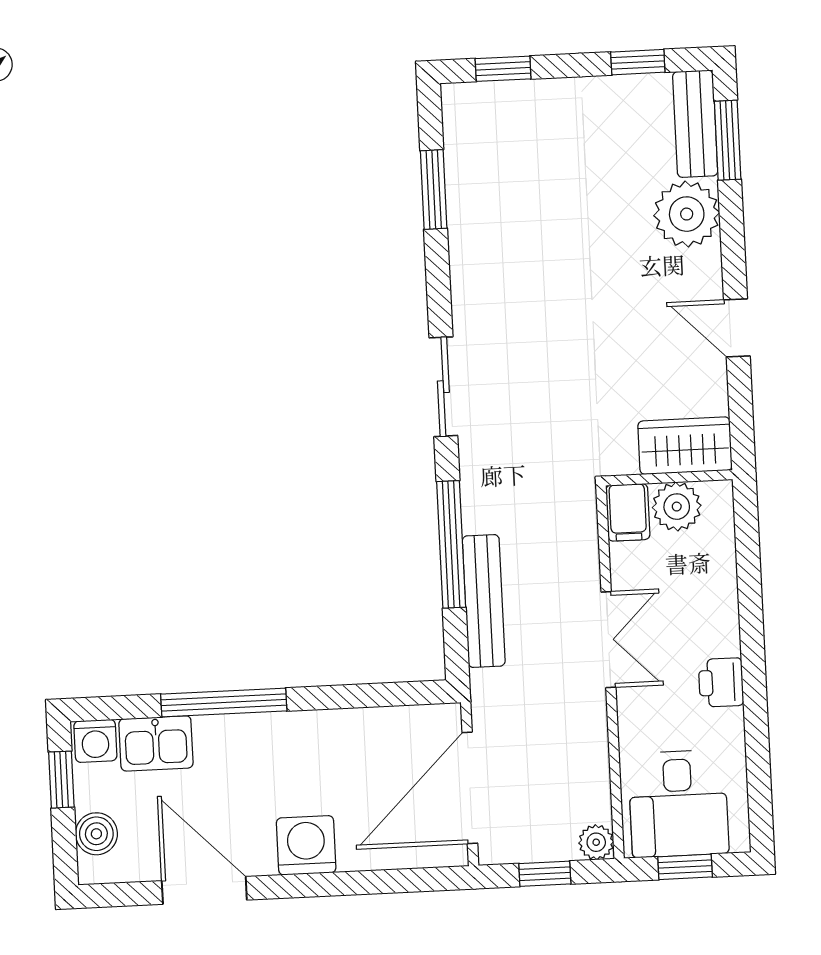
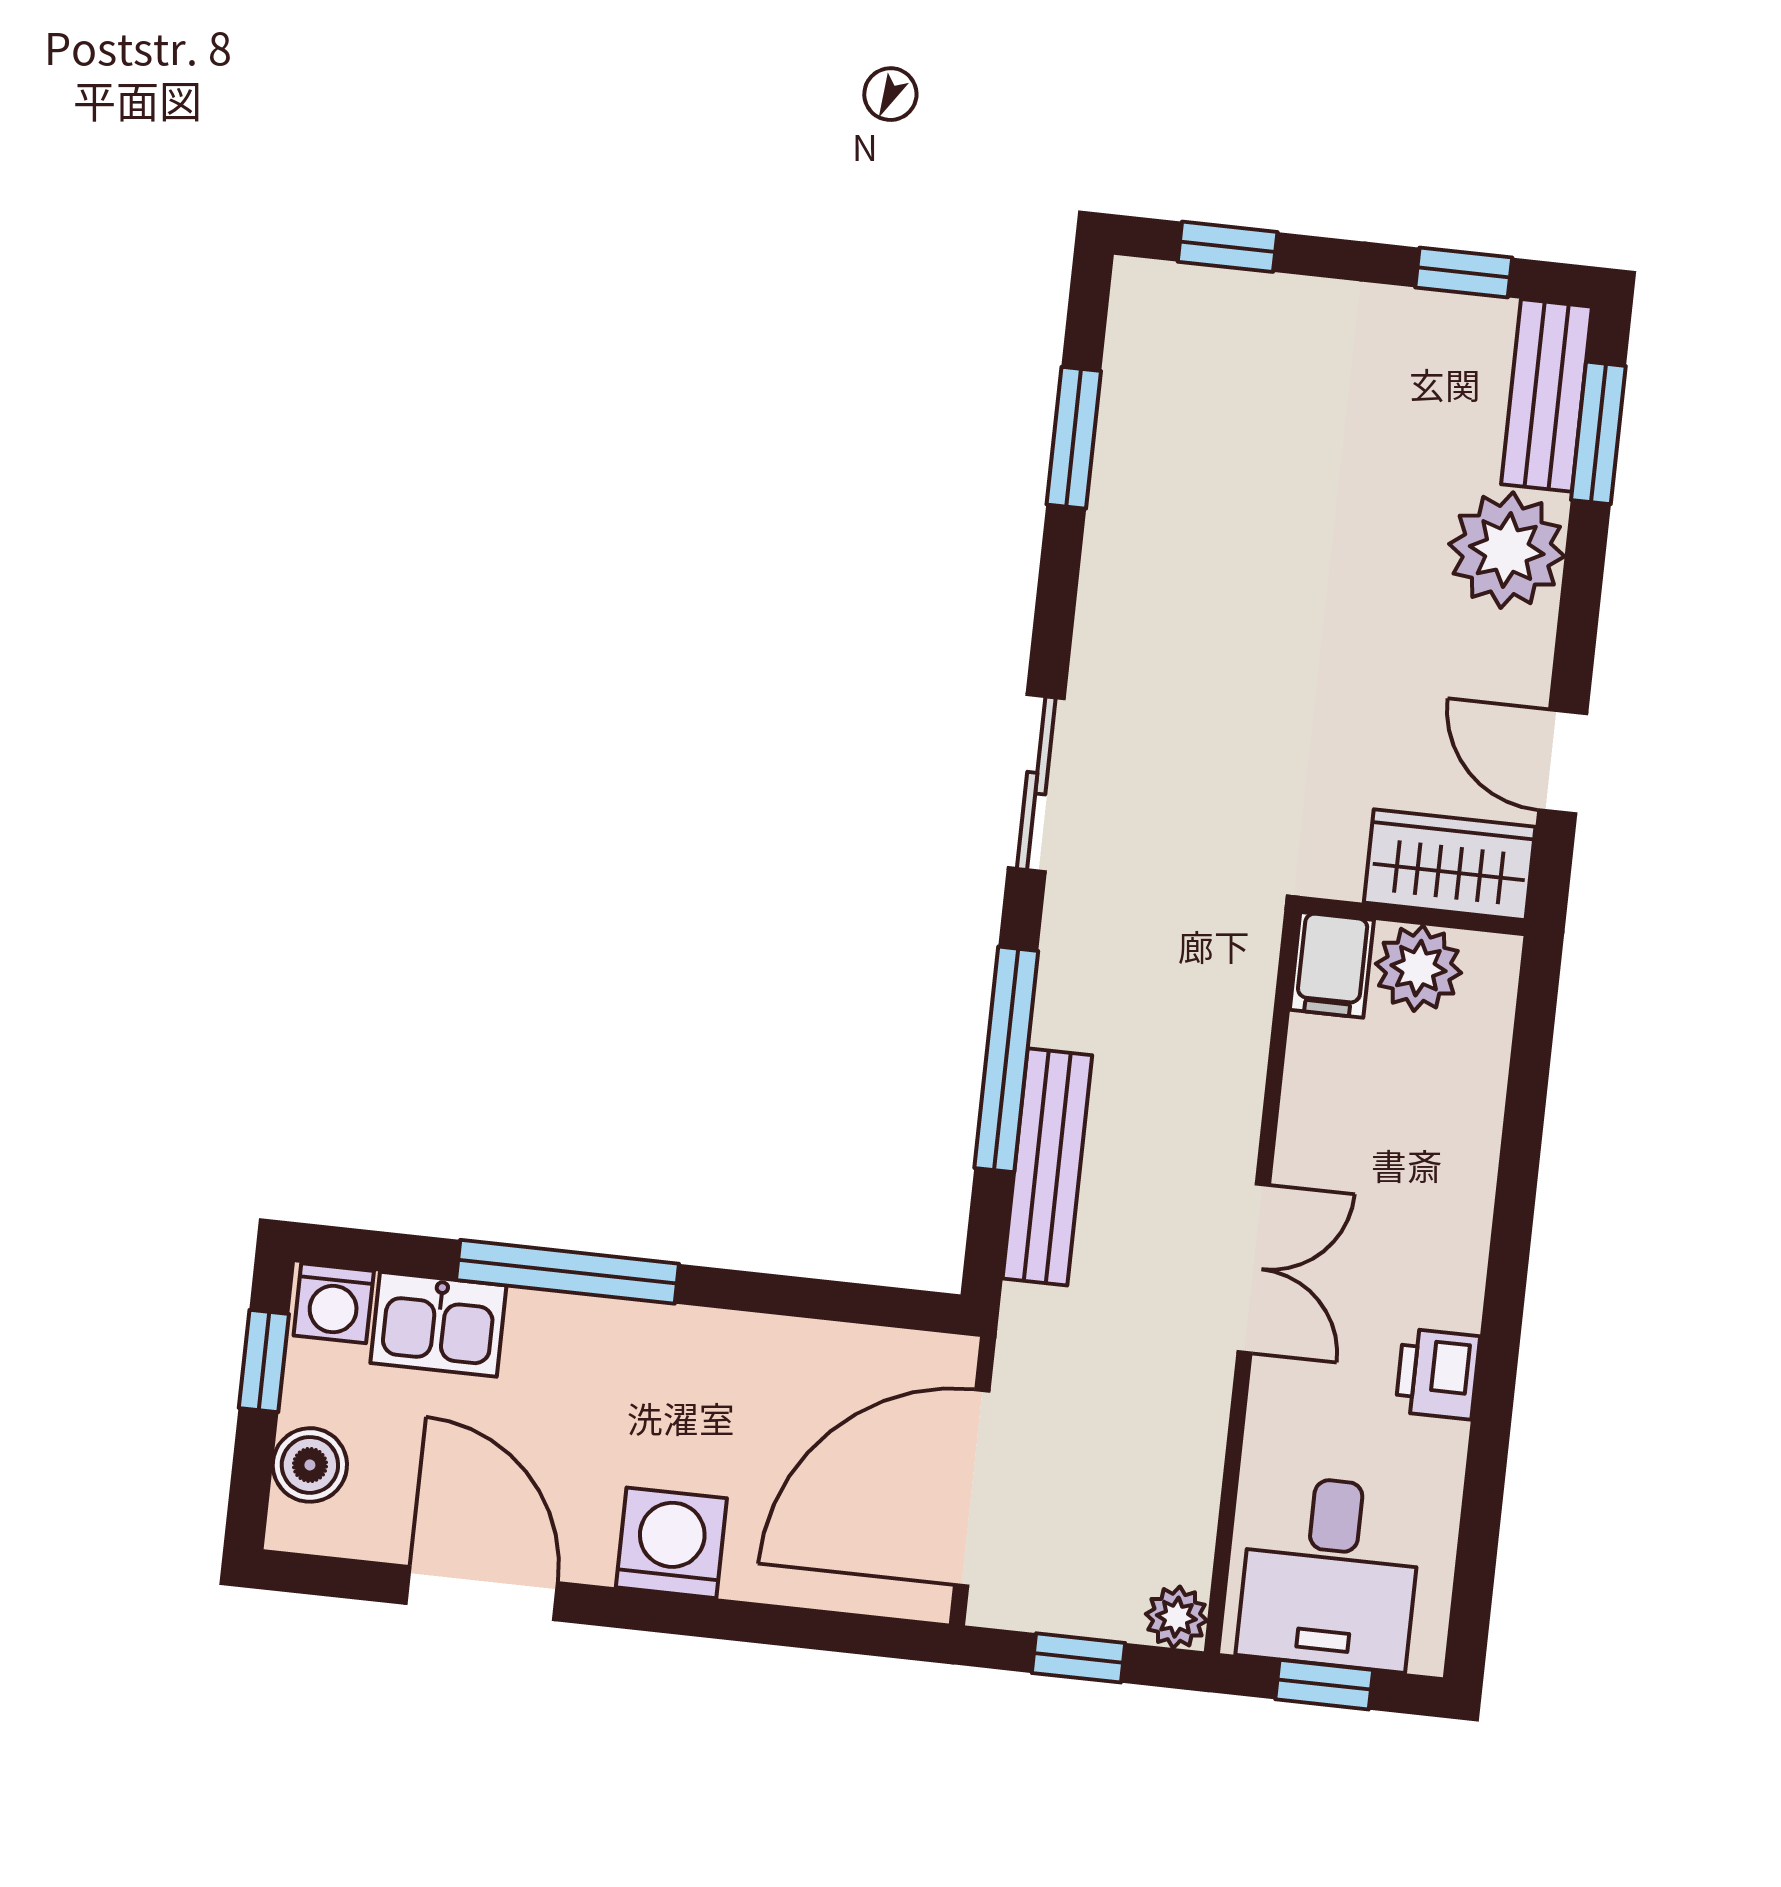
wardrobe: (685, 446) -> (1450, 865), moved
wall: (669, 478) -> (1413, 916), moved
plant: (677, 507) -> (1418, 968), moved
filing cabinet: (628, 512) -> (1332, 965), moved

